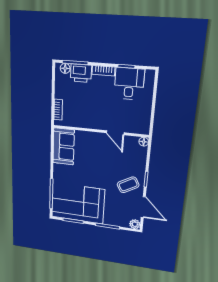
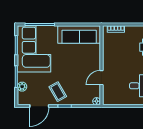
sofa: (64, 146) -> (79, 35), width x1.36
plant: (135, 224) -> (22, 87), moved

